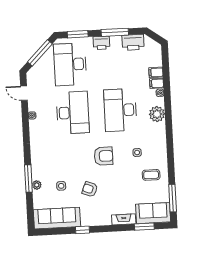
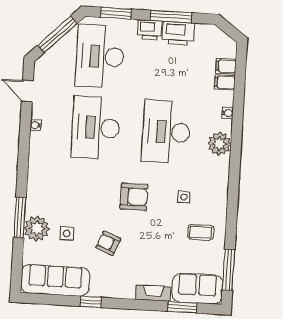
printer: (133, 42) -> (178, 33), moved
filing cabinet: (157, 83) -> (226, 66), moved
desk: (73, 113) -> (96, 128), turned 180
plant: (37, 185) -> (37, 229), width x1.88, depth x1.88

